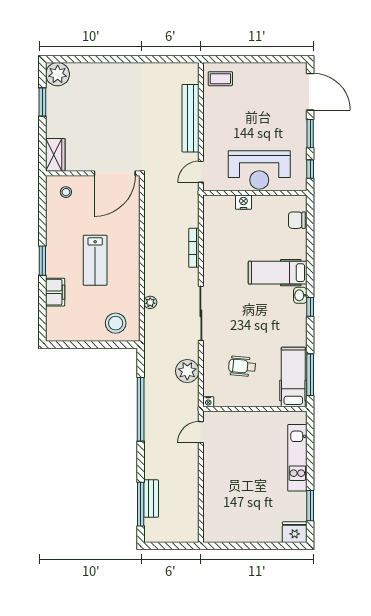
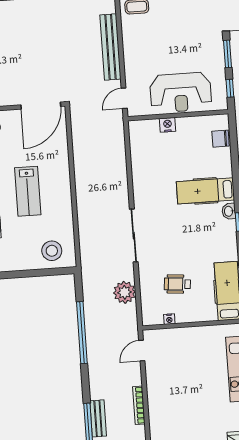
bookcase: (194, 248) -> (139, 405), moved
plant: (150, 302) -> (84, 228), removed
nightstand: (208, 402) -> (169, 319), moved

